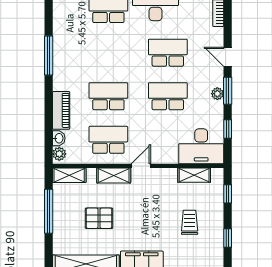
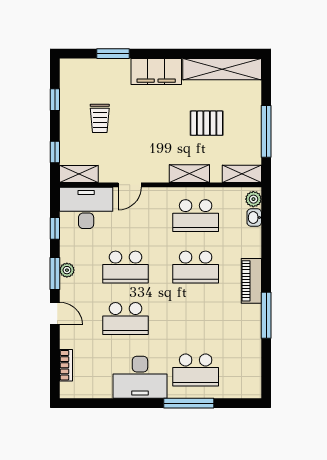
piano: (61, 110) -> (251, 281), moved
door: (141, 166) -> (130, 185), moved
shelving: (194, 175) -> (79, 174), moved

